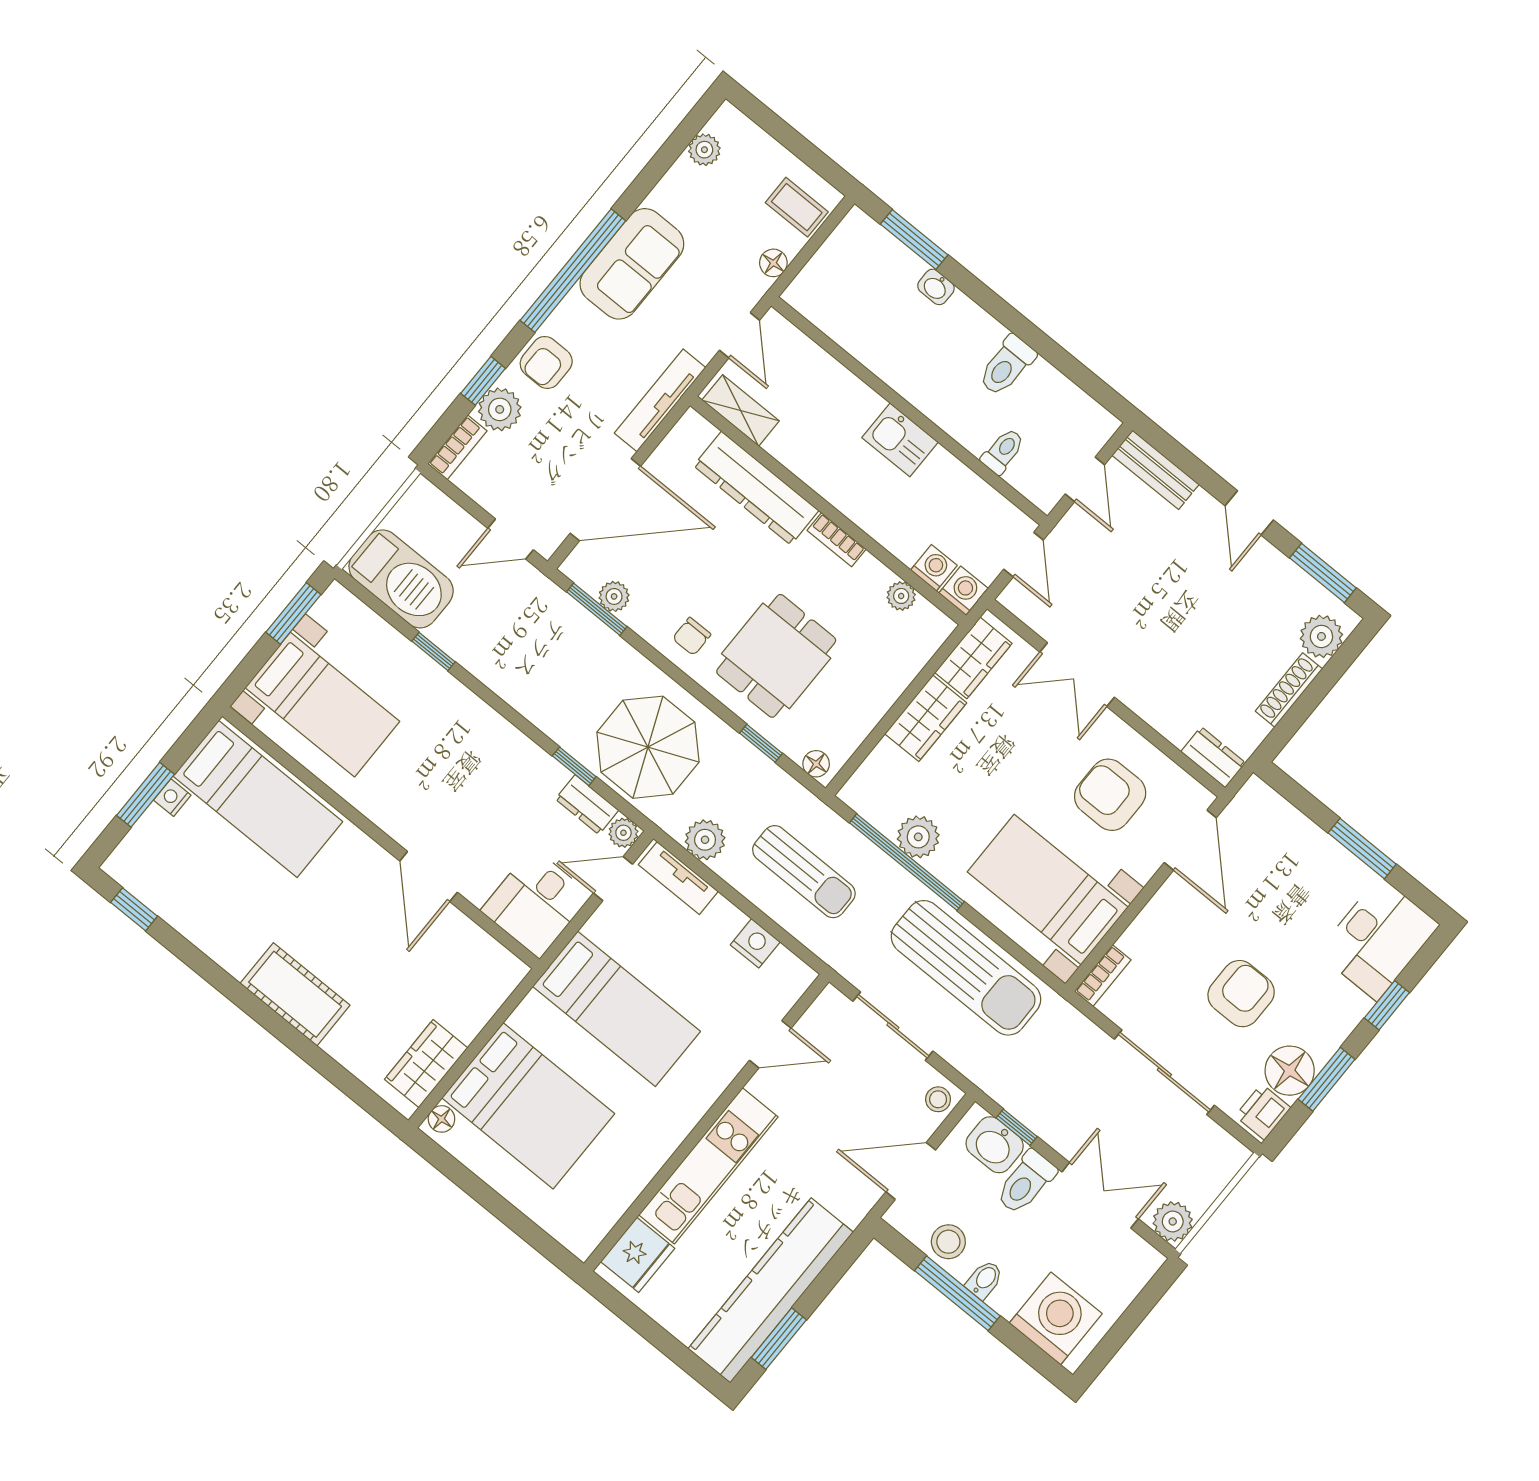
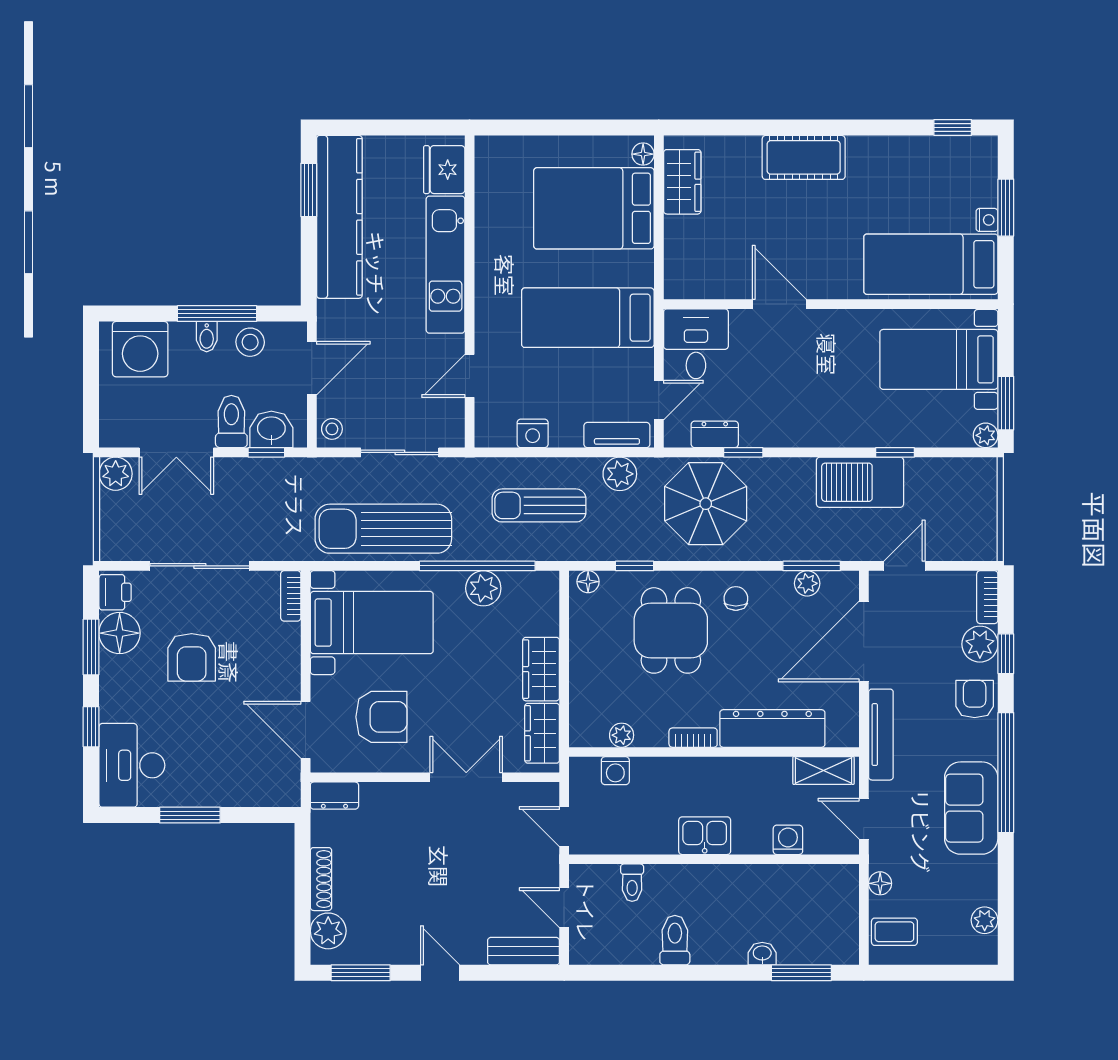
barbecue: (401, 579) -> (860, 482), moved
washing machine: (963, 591) -> (788, 840), moved, turned 180
plant: (623, 833) -> (986, 435), moved

